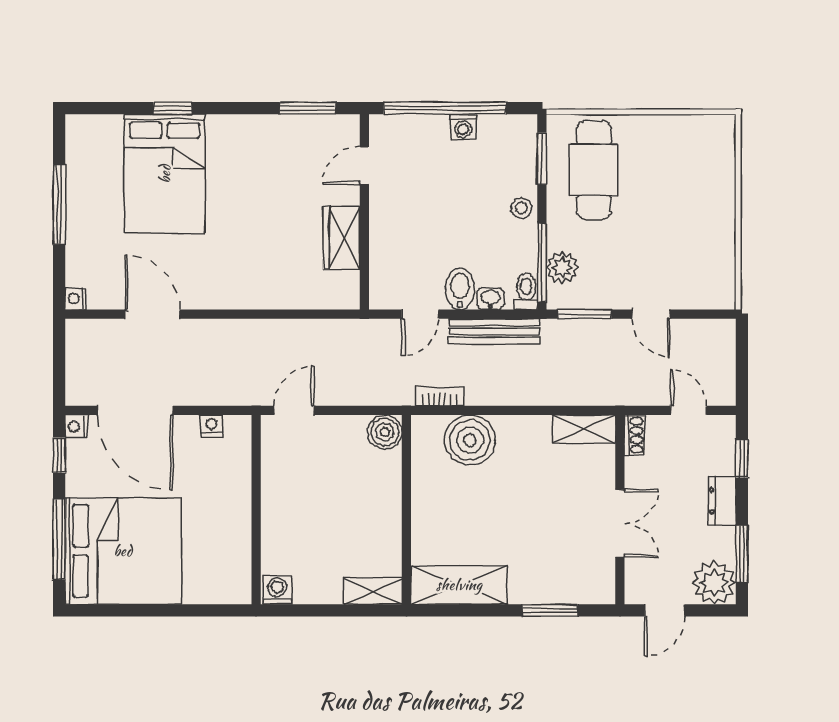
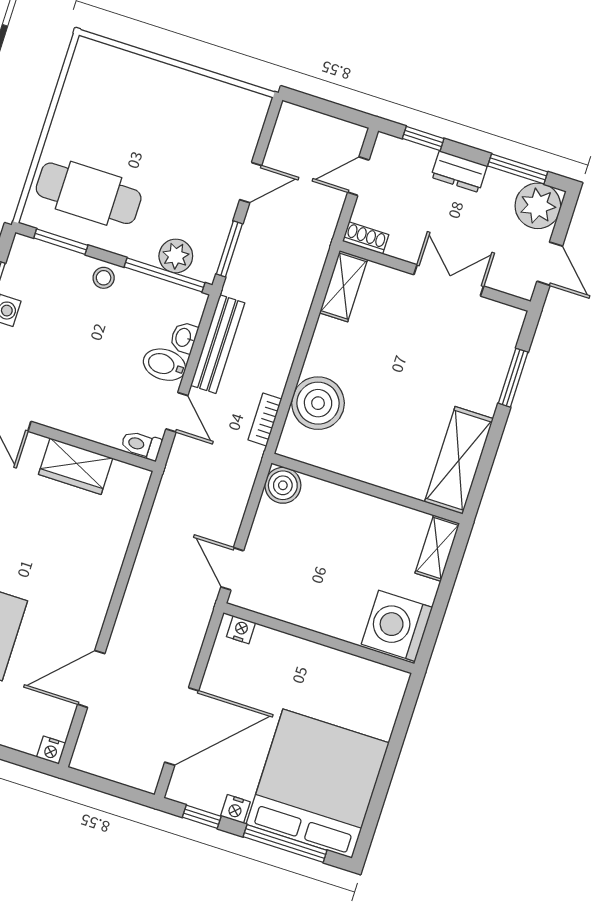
toilet: (526, 291) -> (141, 445), moved
nightstand: (211, 426) -> (241, 630), moved, turned 90
nightstand: (76, 427) -> (235, 809), moved
washing machine: (277, 590) -> (397, 626), width x1.89, depth x1.89

